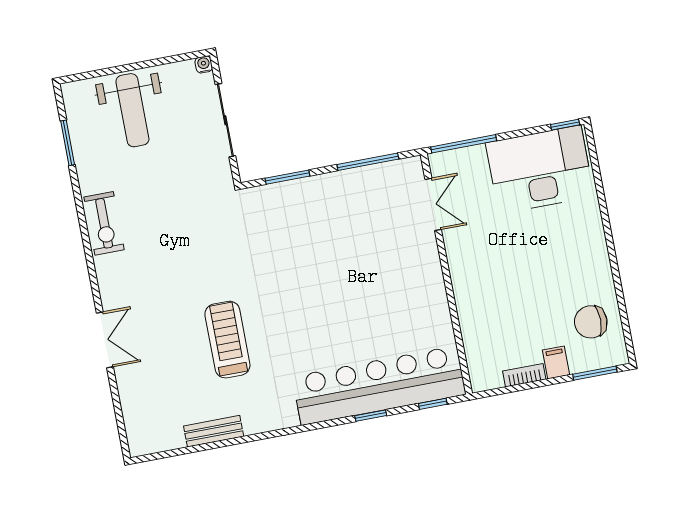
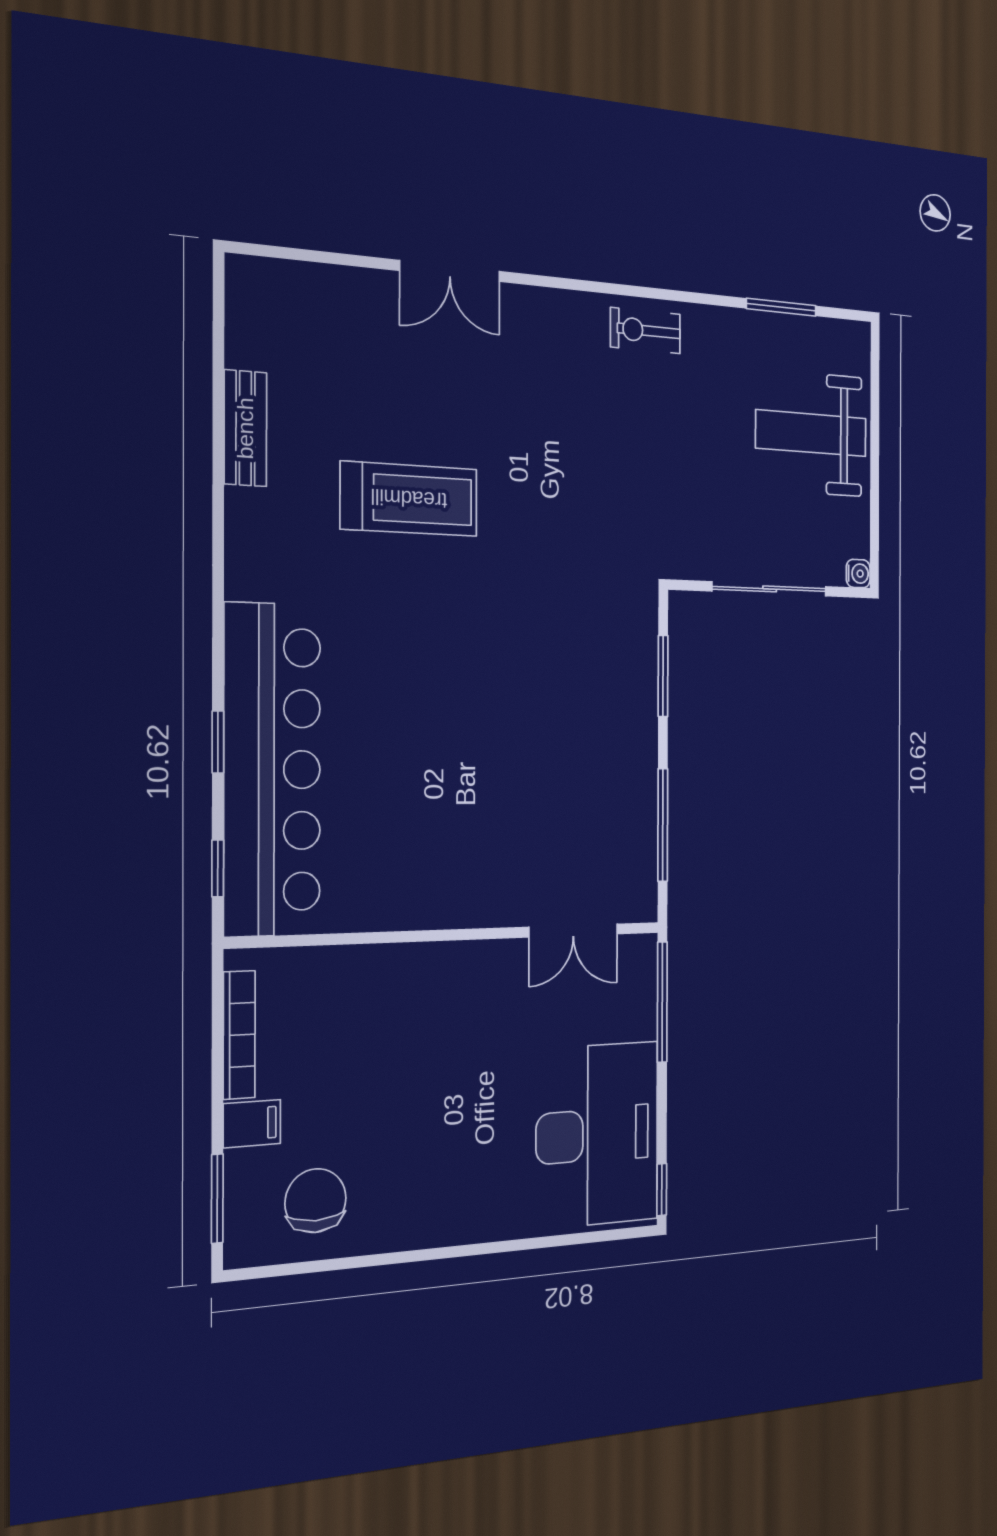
exercise bike: (104, 223) -> (645, 331), width x0.73, depth x0.72
bookcase: (524, 375) -> (239, 1035), width x1.56

